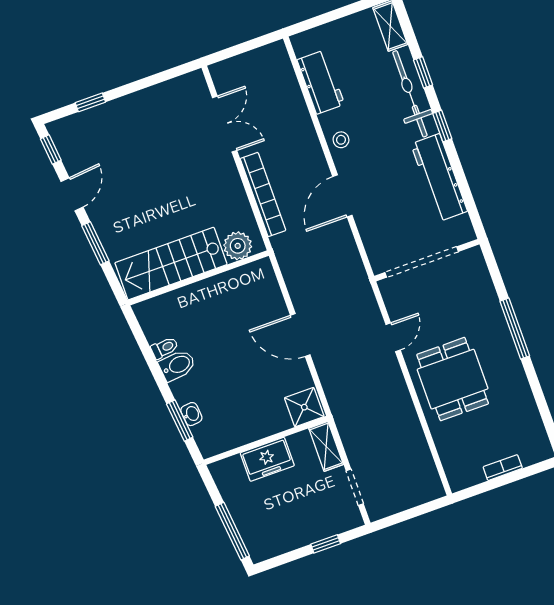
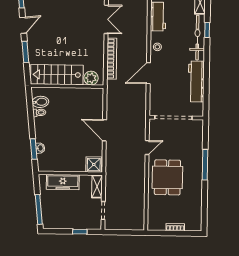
window: (442, 126) -> (207, 58), removed
bidet: (177, 365) -> (40, 102), moved
freezer: (267, 459) -> (63, 182), width x1.40

